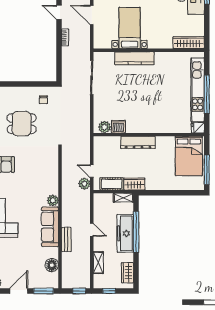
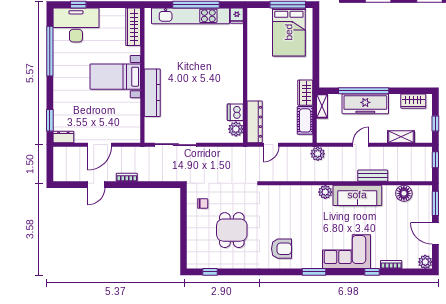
bed with nightstands: (130, 28) -> (115, 77), moved
dresser: (138, 142) -> (255, 122), moved
bed: (189, 156) -> (289, 32), moved, turned 90
door: (92, 171) -> (271, 145), moved
plant: (84, 184) -> (318, 154), moved

